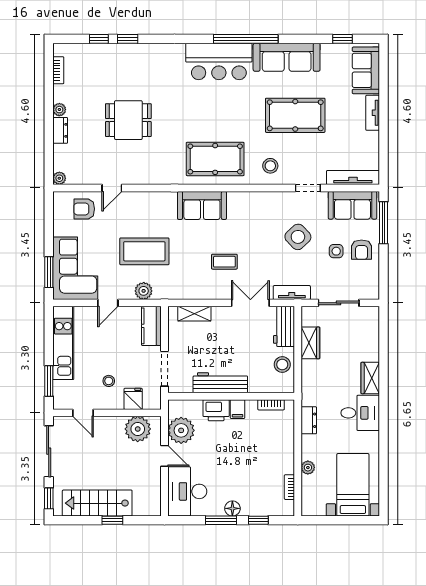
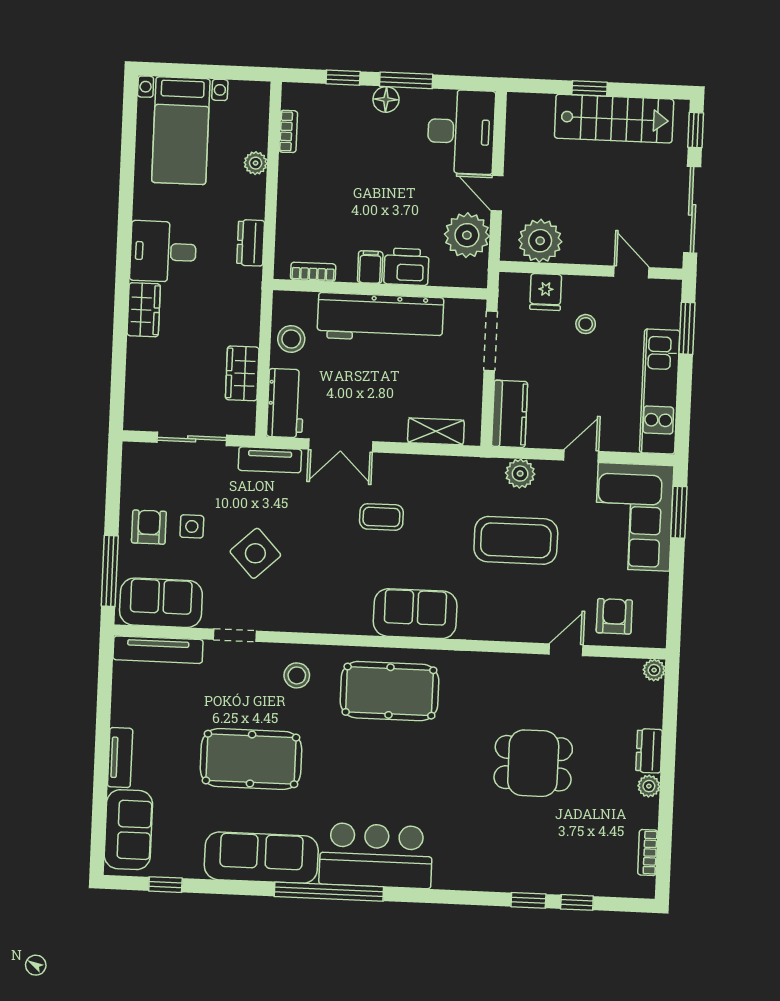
armchair: (84, 209) -> (614, 616), turned -90
workbench: (220, 383) -> (380, 318), width x1.36, depth x1.32

